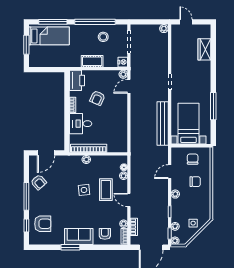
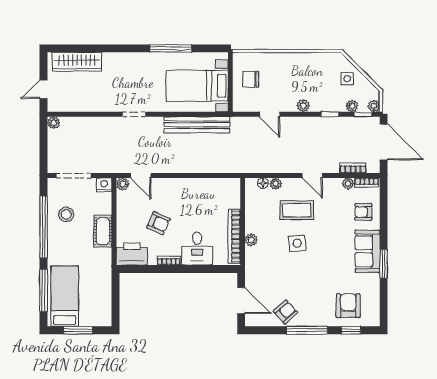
wardrobe: (204, 49) -> (77, 62), width x1.50
chair: (195, 182) -> (285, 76), removed
door: (129, 200) -> (312, 176), hinge flipped

